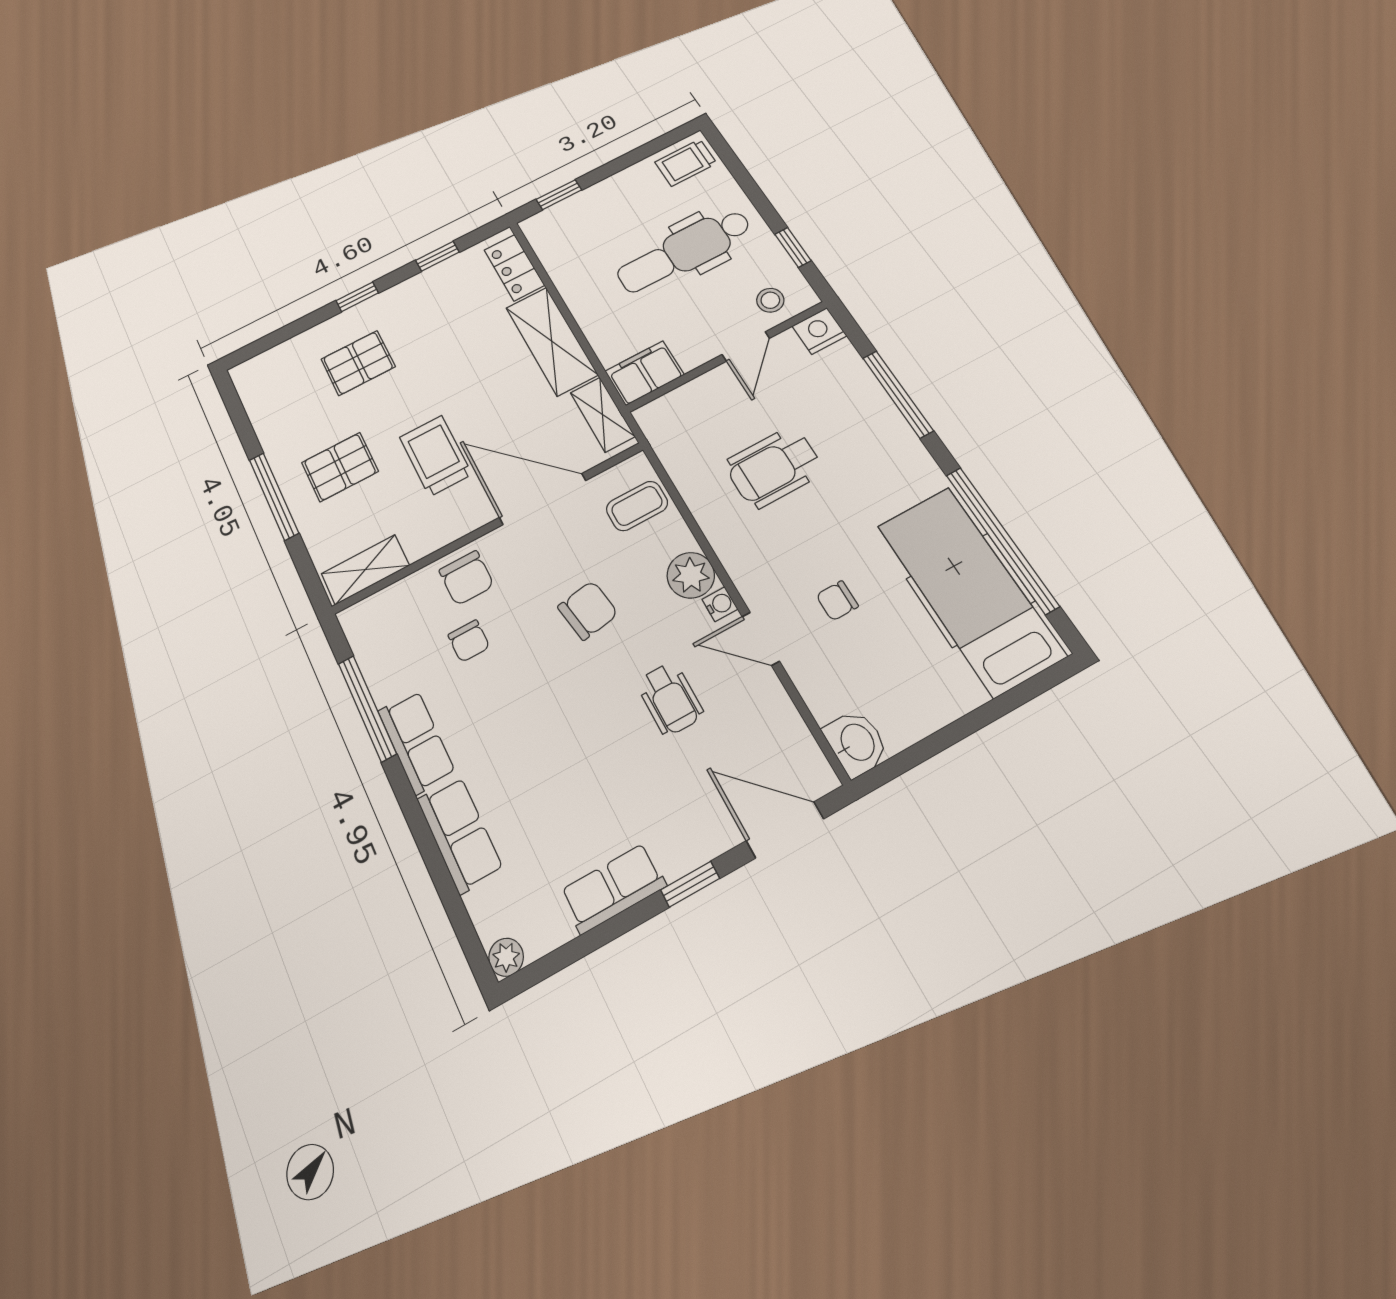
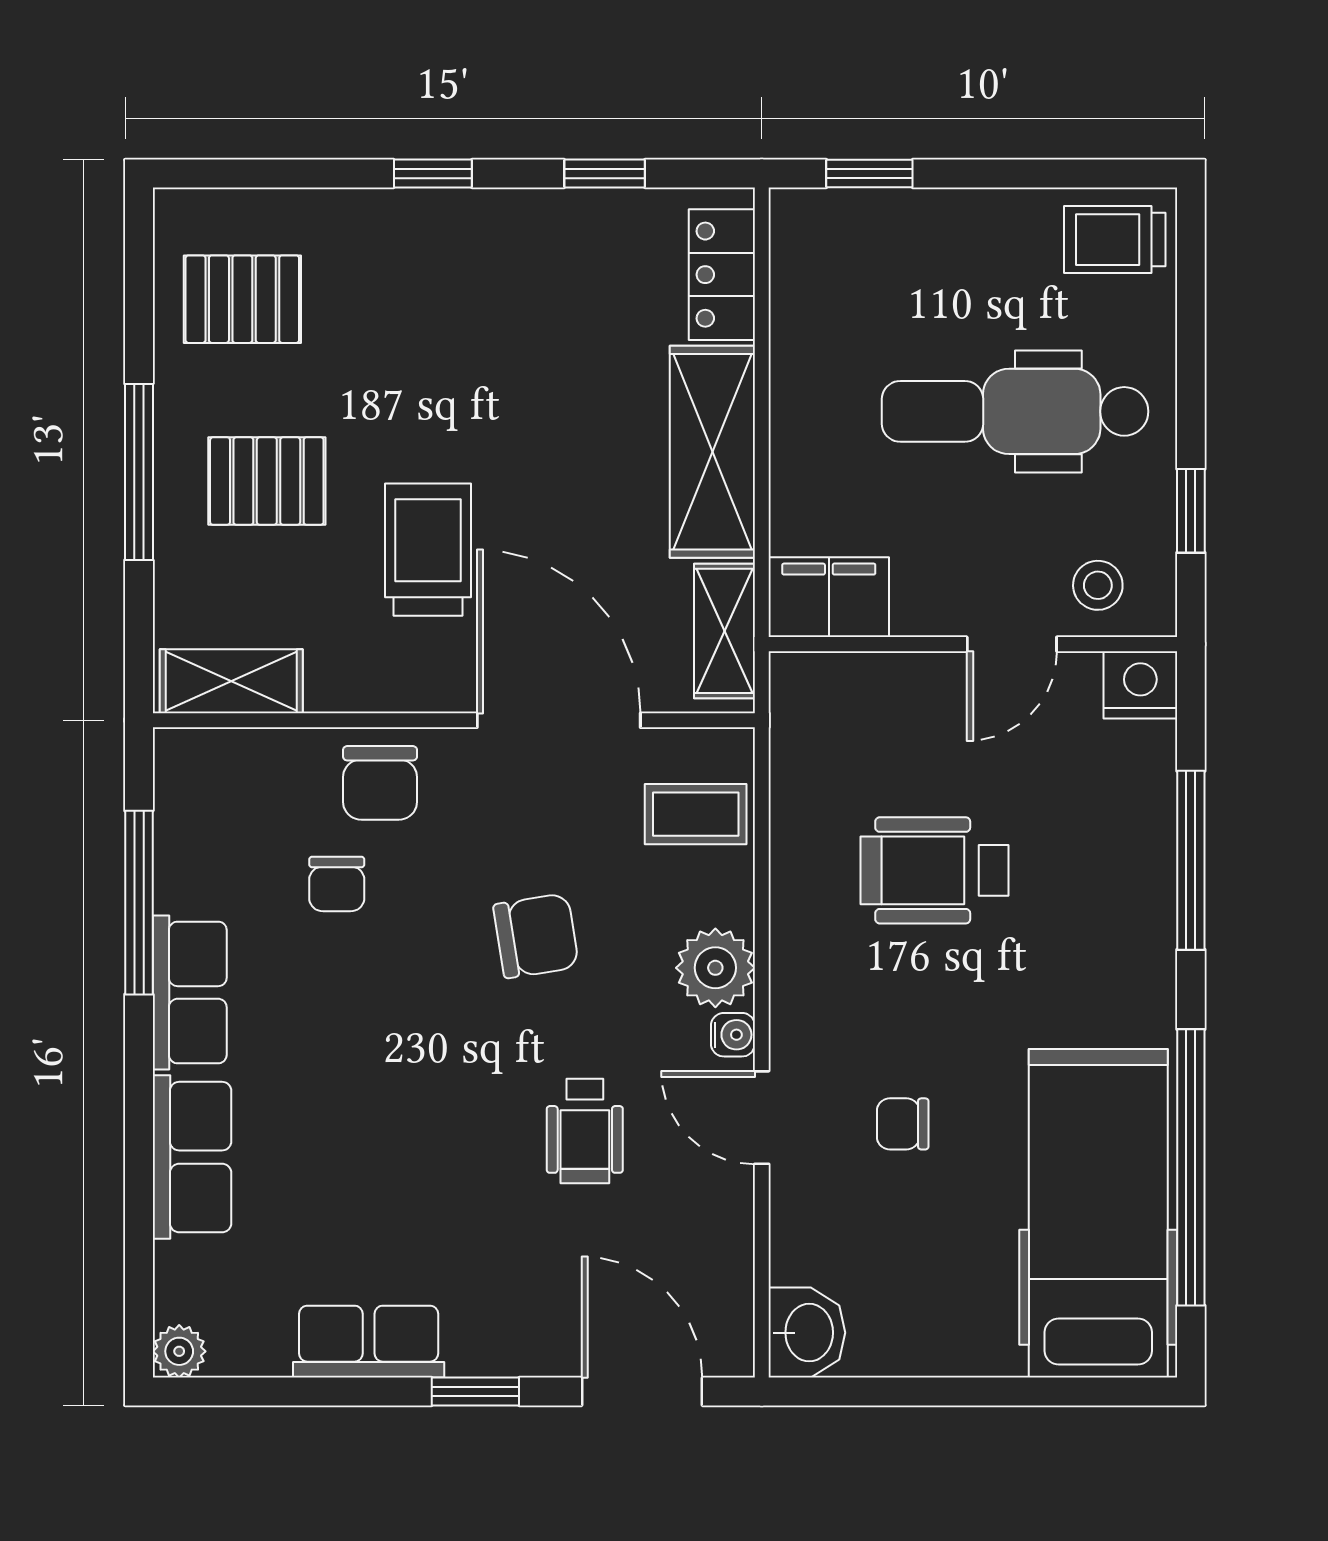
pallet: (358, 363) -> (242, 299), moved

